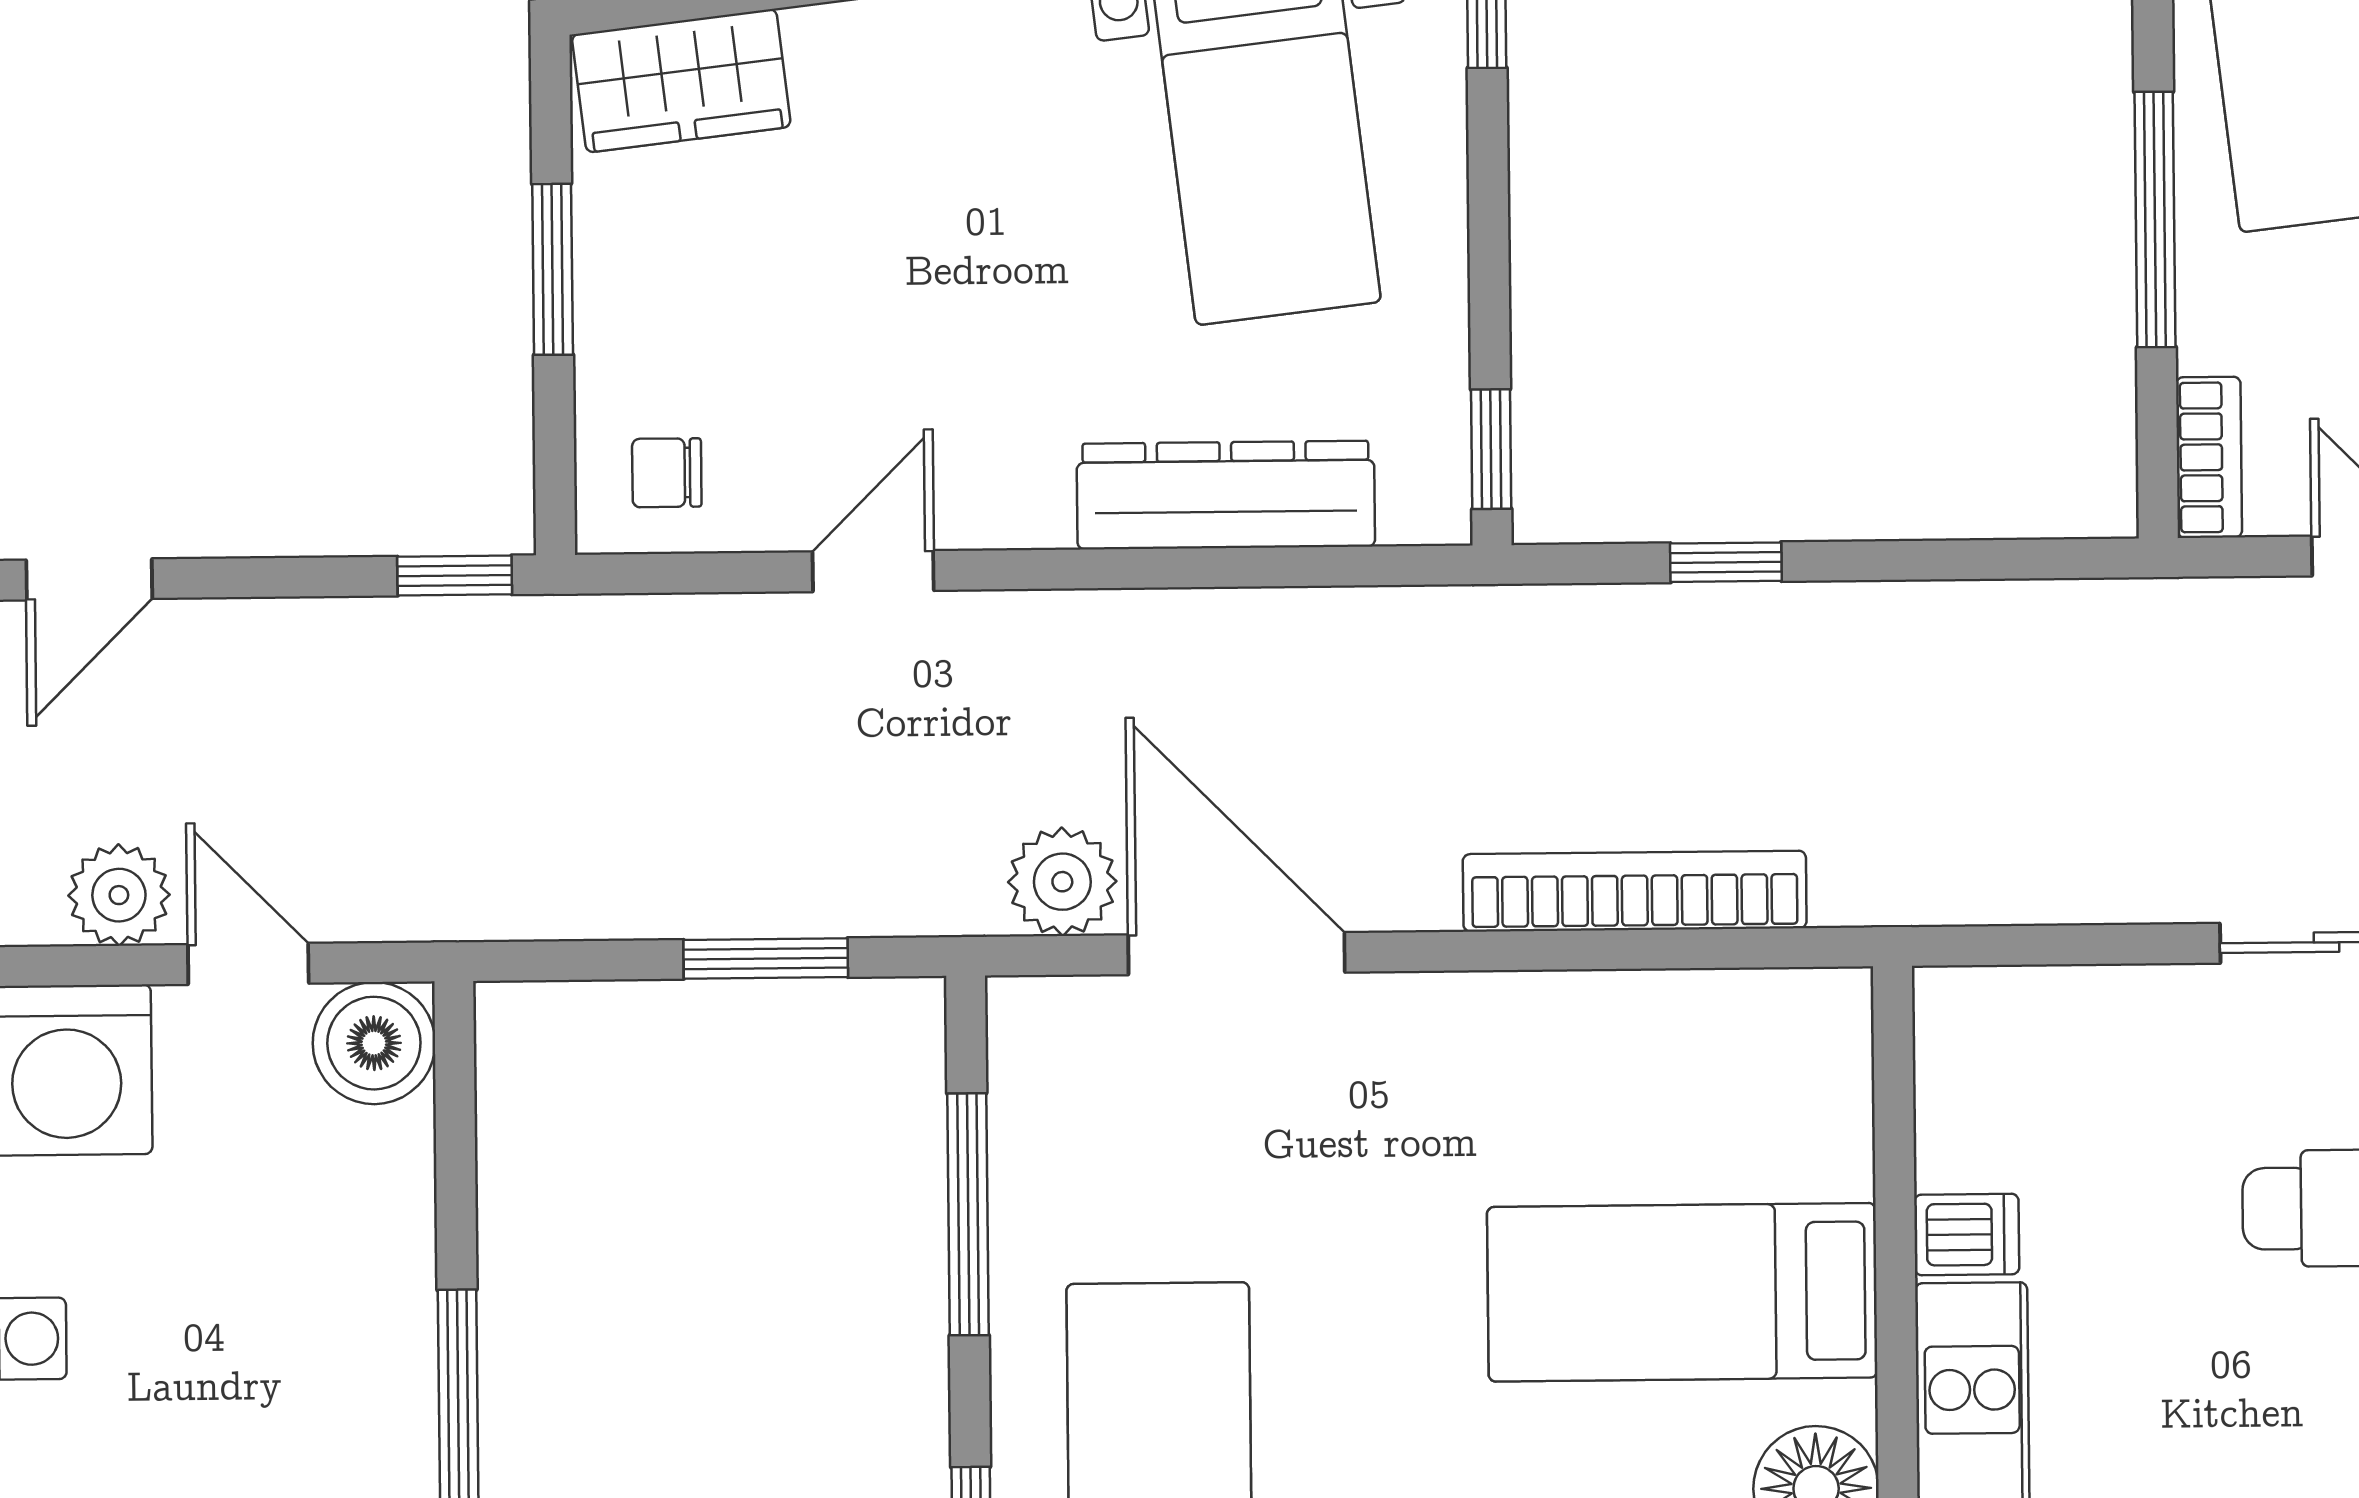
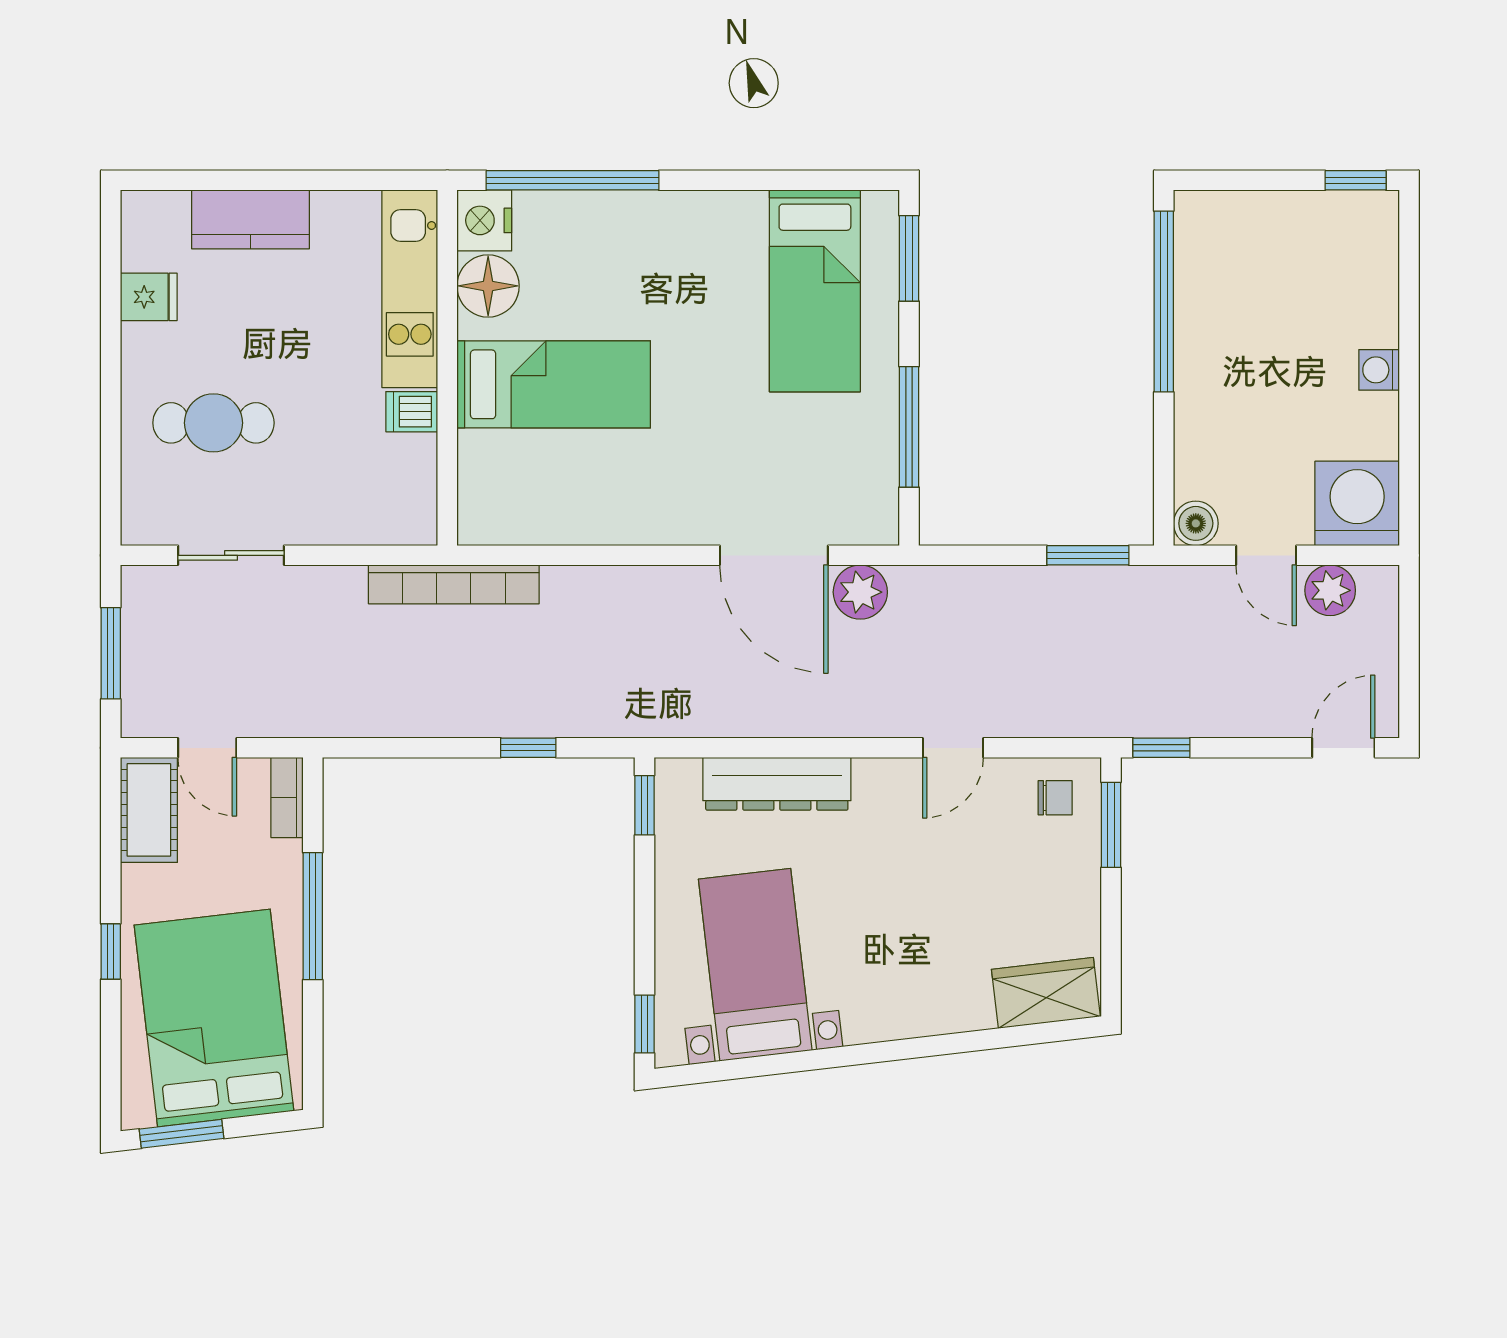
window: (553, 269) -> (1111, 825), moved
bookcase: (1635, 891) -> (454, 584), moved
window: (766, 958) -> (1088, 555), moved
boiler: (374, 1043) -> (1196, 523), width x0.73, depth x0.73

